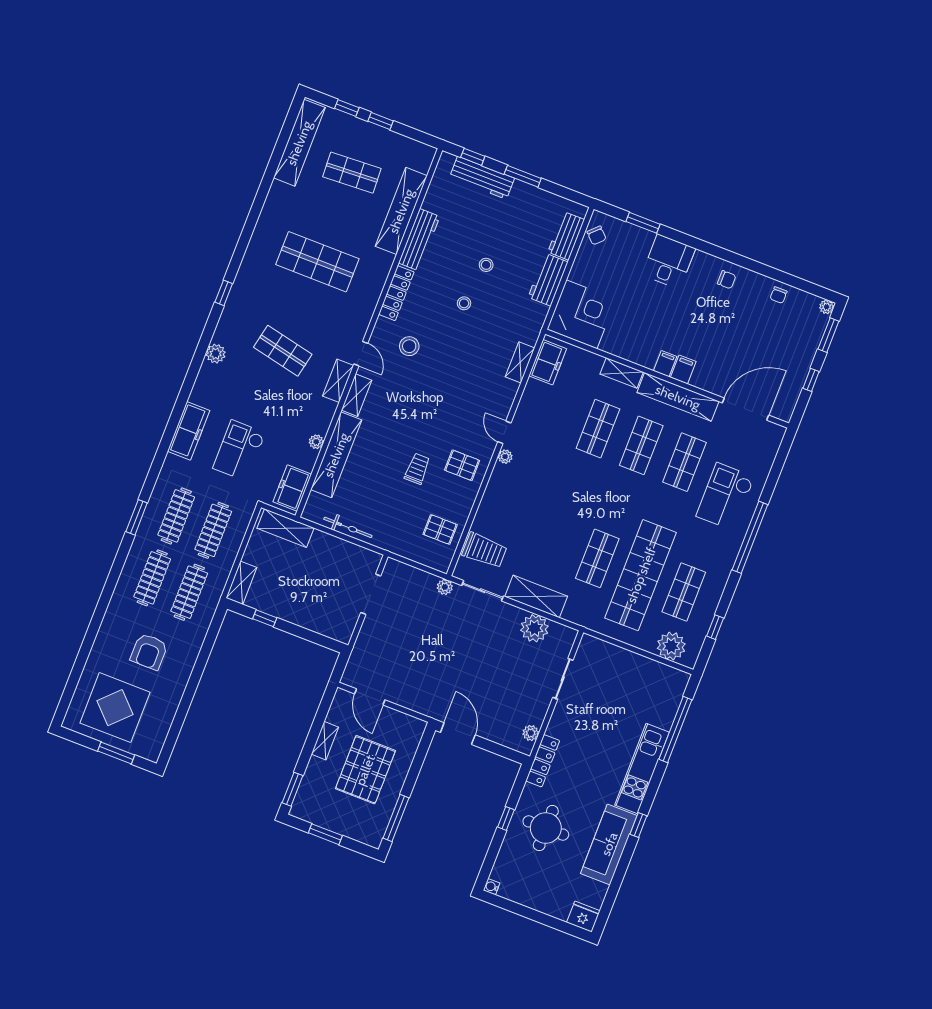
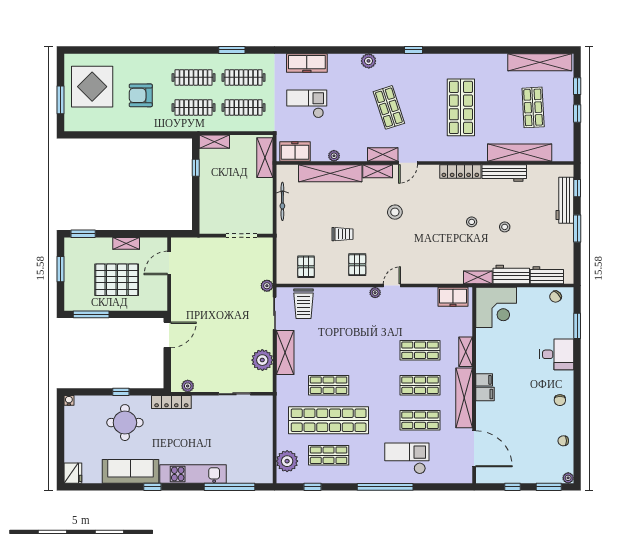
stool: (409, 346) -> (395, 212), moved
shop shelf: (283, 351) -> (389, 107), turned -30
shelving: (520, 362) -> (478, 277), moved

